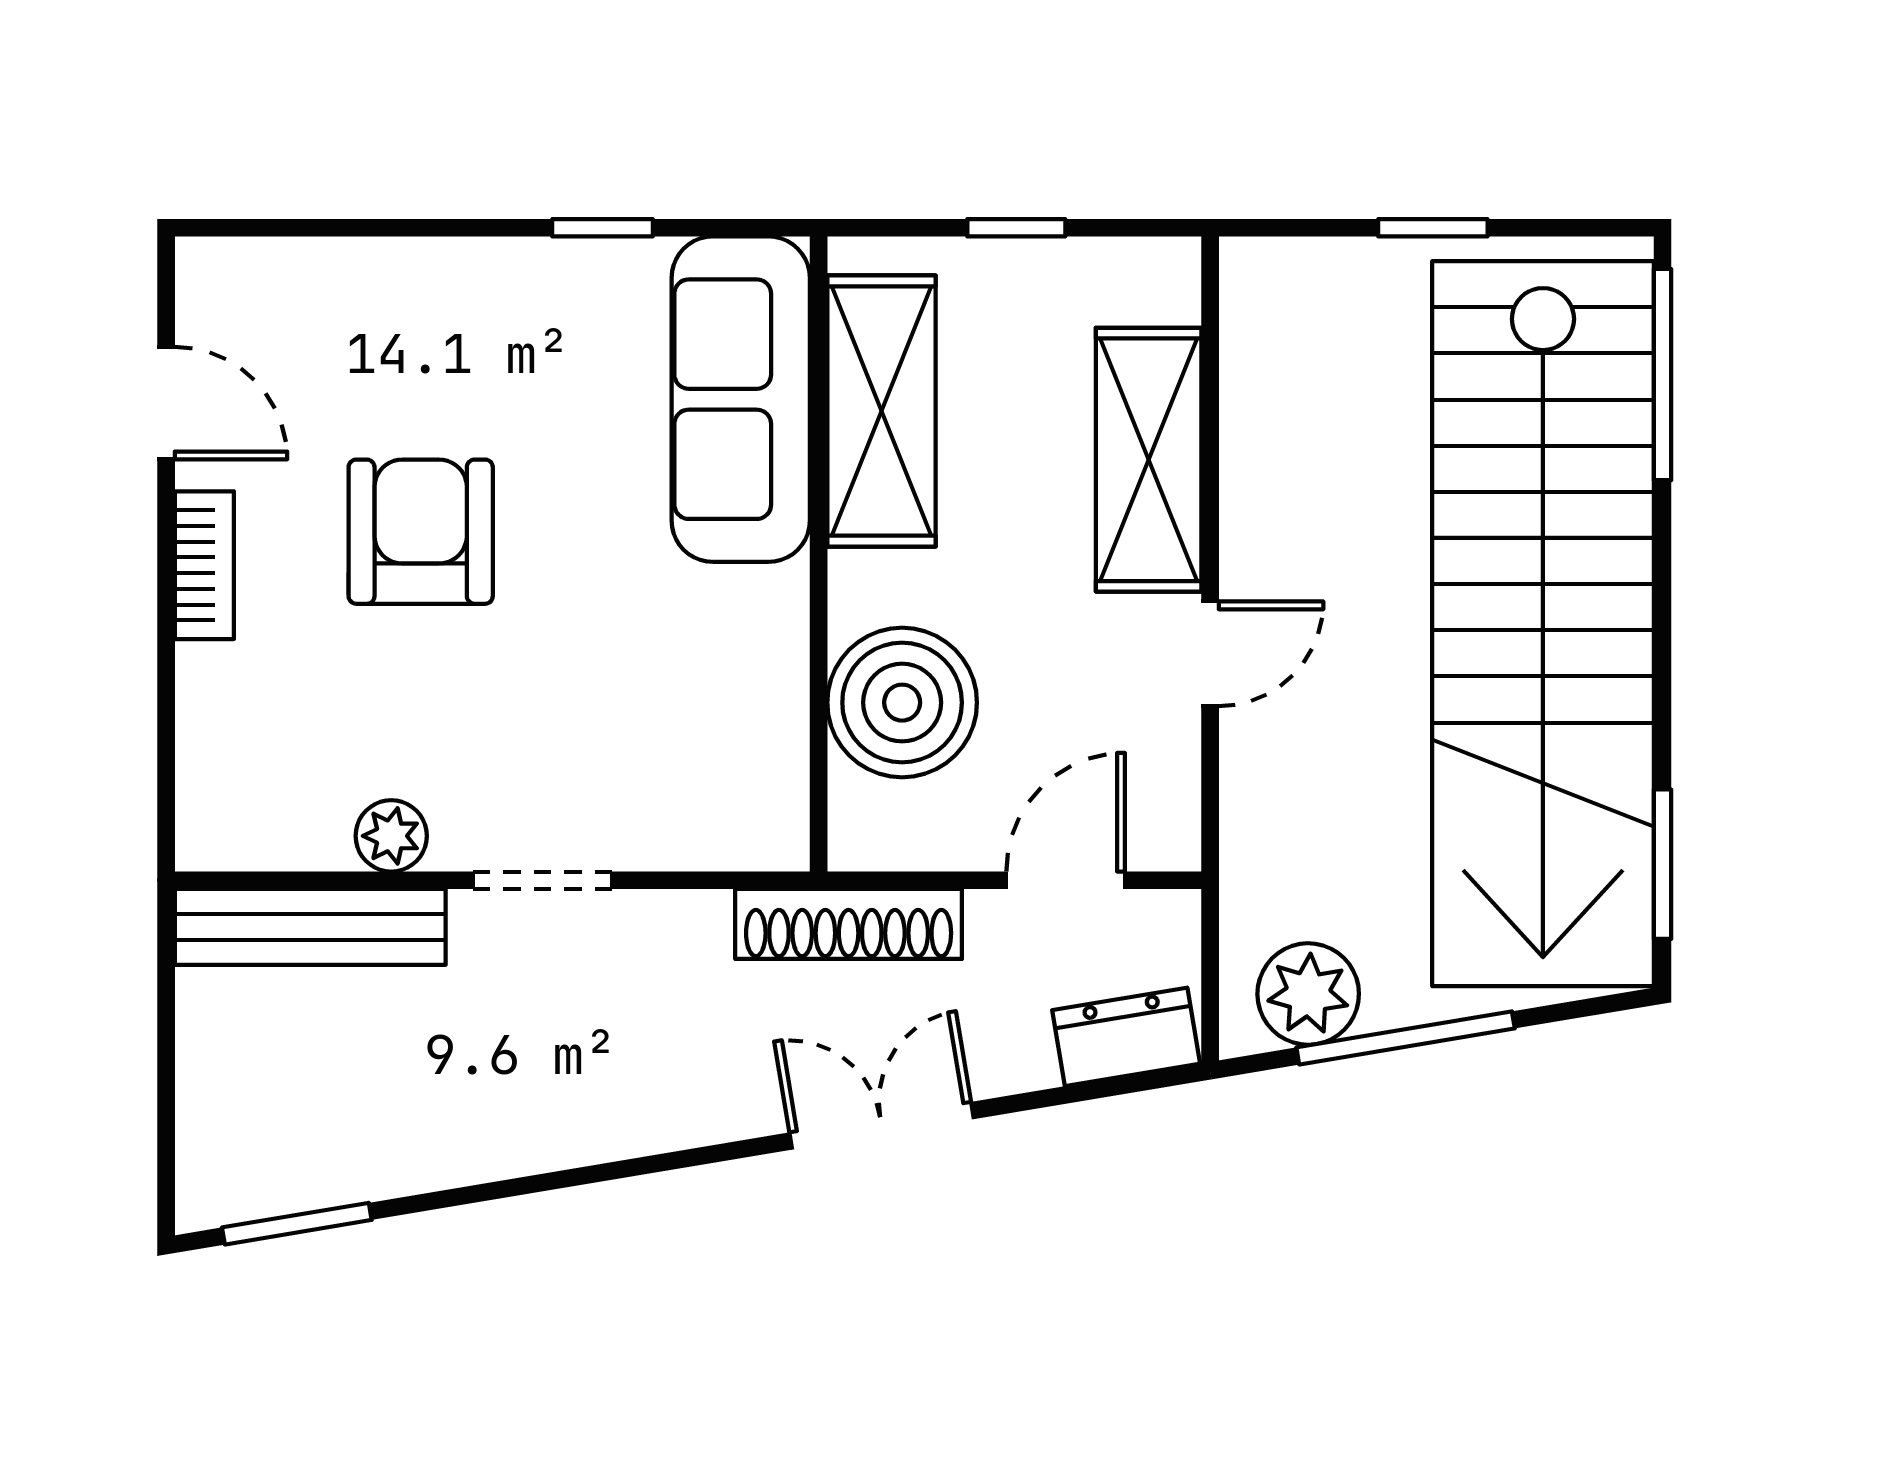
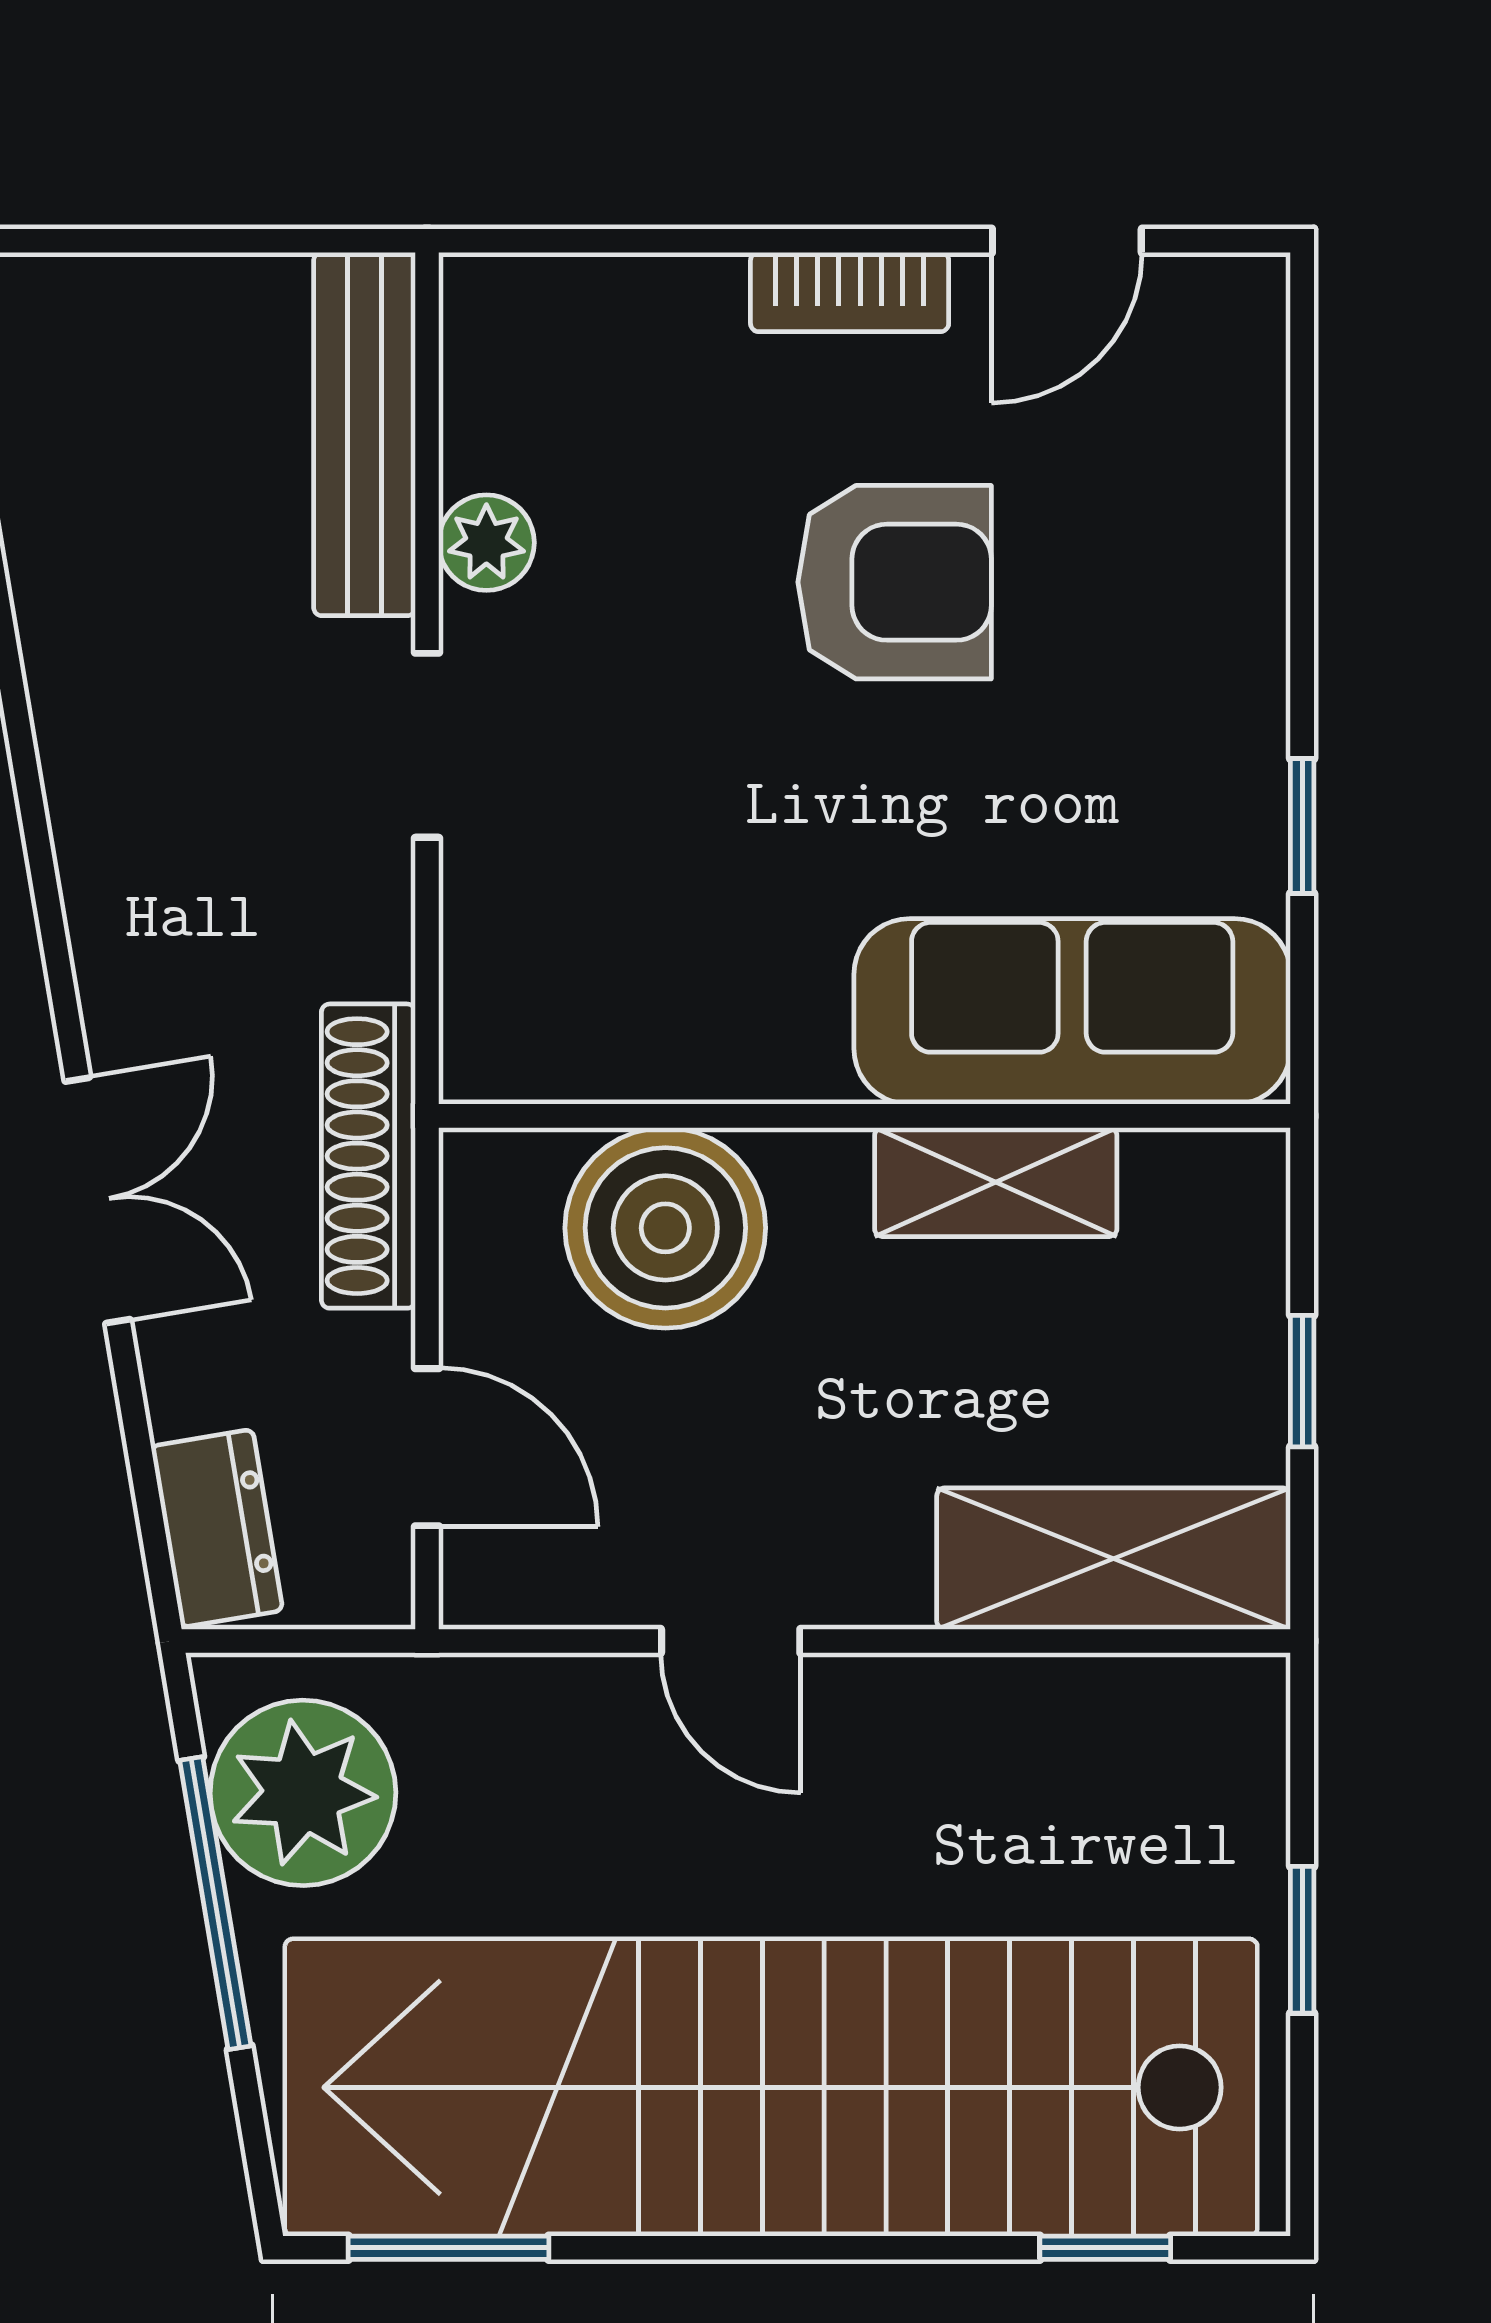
window: (1662, 375) -> (1105, 2248), width x0.46
shelving: (882, 411) -> (996, 1182), width x0.67, depth x0.75
shelving: (1149, 460) -> (1114, 1559), moved
plant: (1308, 994) -> (303, 1793), width x1.36, depth x1.36

